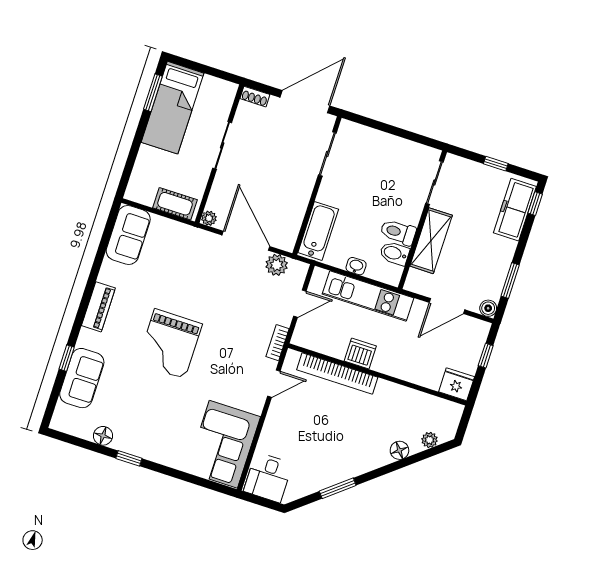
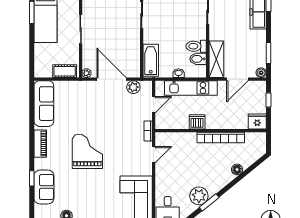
sofa: (128, 235) -> (44, 104), width x1.36
shelving: (431, 241) -> (216, 59), moved
grand piano: (170, 344) -> (87, 151), turned 180
bookcase: (337, 373) -> (221, 137), moved
plant: (430, 440) -> (199, 196), moved, width x1.88, depth x1.88

